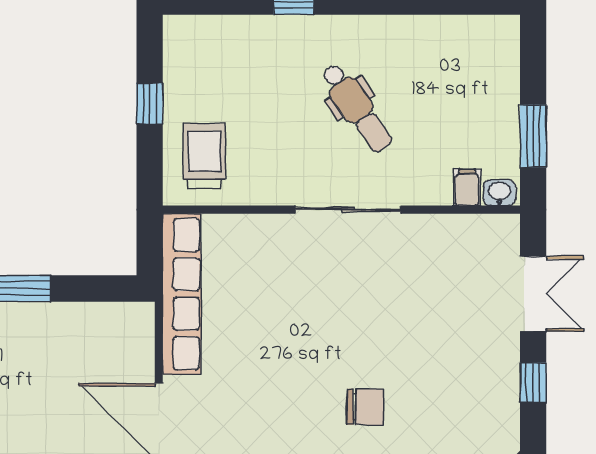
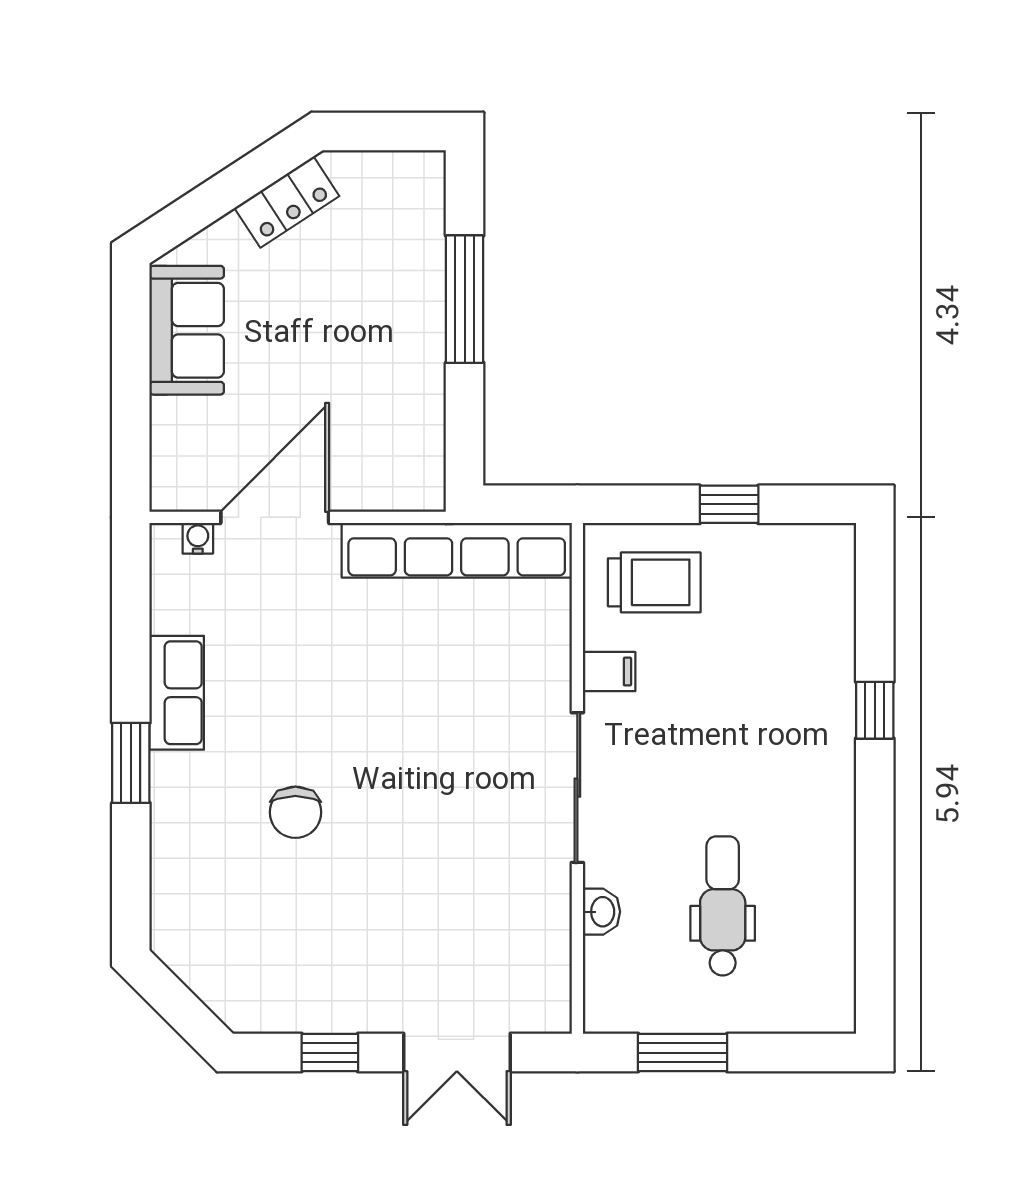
dental chair: (357, 108) -> (723, 906), moved, turned 125
filing cabinet: (467, 187) -> (609, 672), moved
washbasin: (499, 193) -> (602, 912), moved

